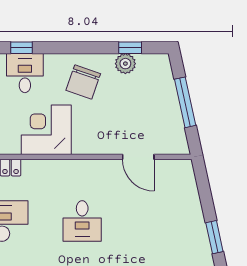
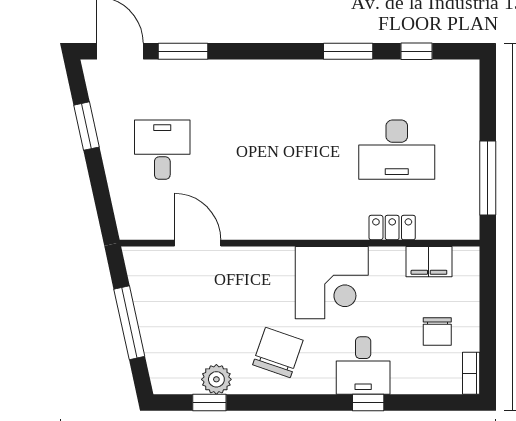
desk: (82, 221) -> (162, 150), moved

